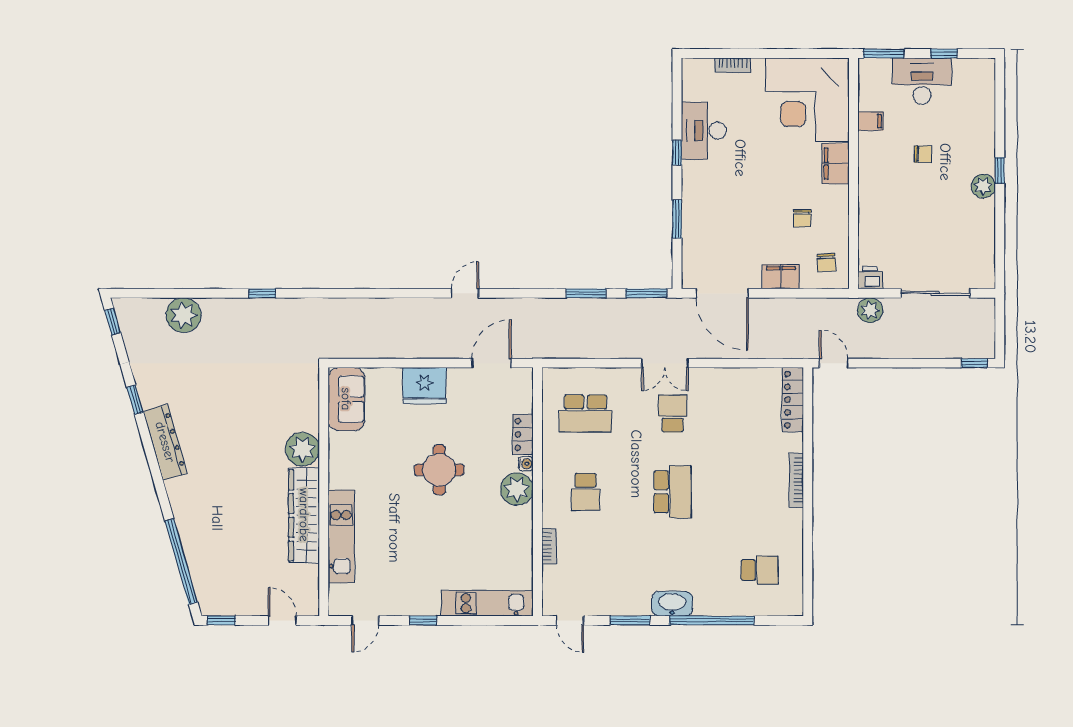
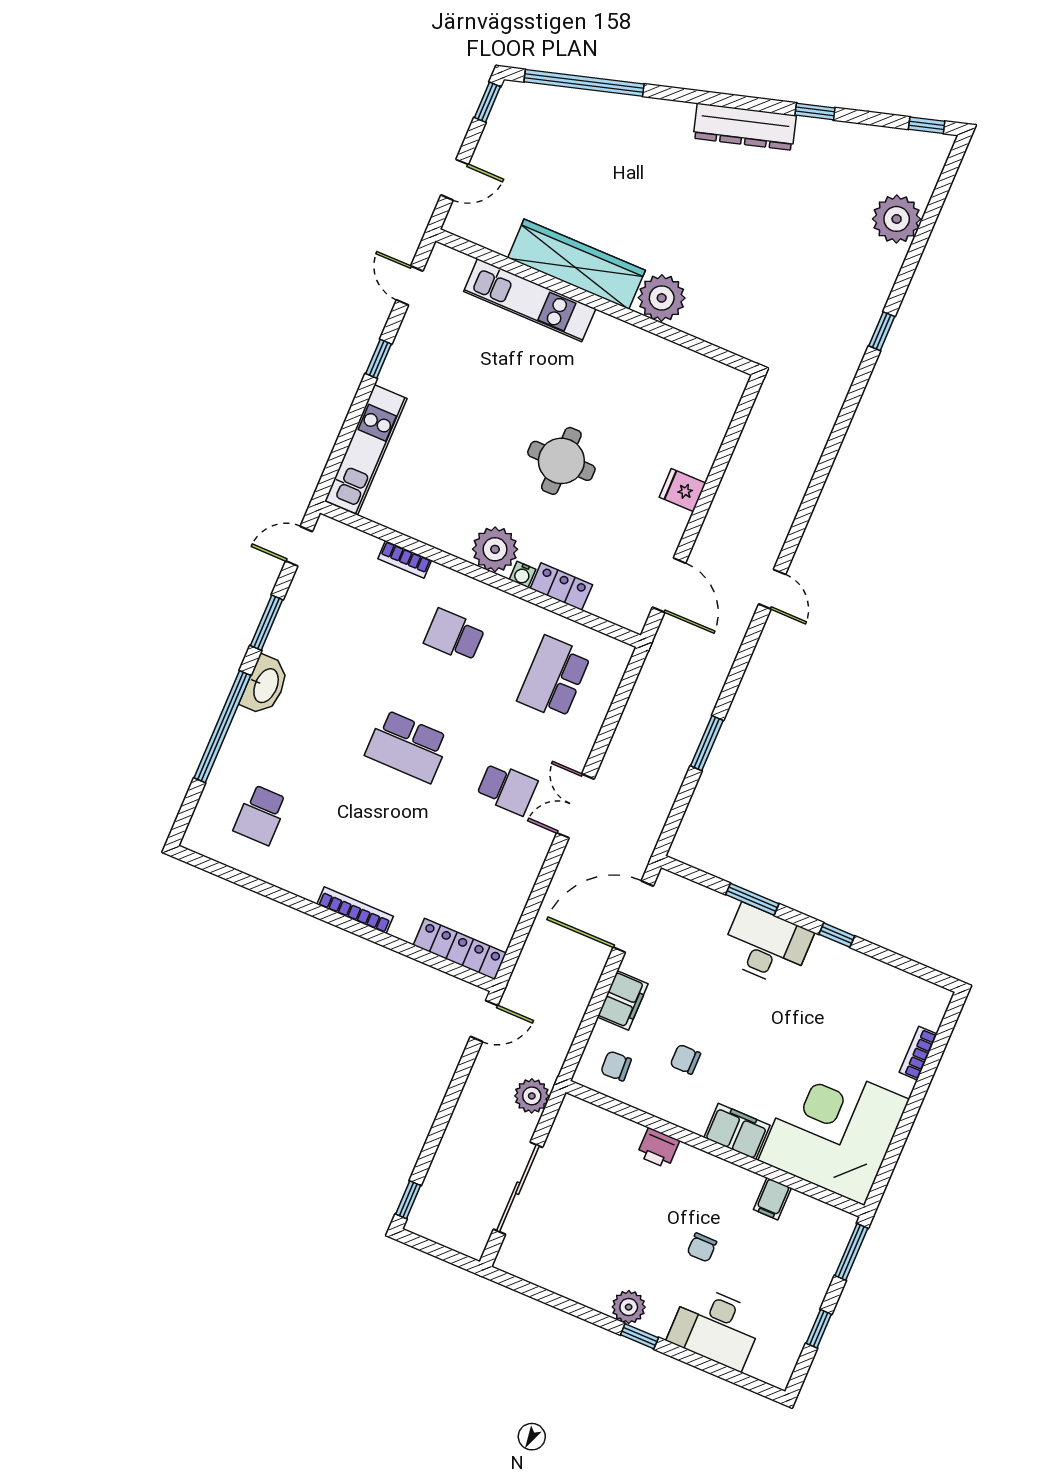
desk: (922, 81) -> (716, 1327), moved, turned 90
desk: (704, 131) -> (766, 946), moved
printer: (870, 278) -> (658, 1148), moved, turned 90
window: (646, 293) -> (674, 820), removed
fridge: (424, 386) -> (682, 490), width x0.53, depth x0.75
sofa: (346, 399) -> (702, 381), removed

